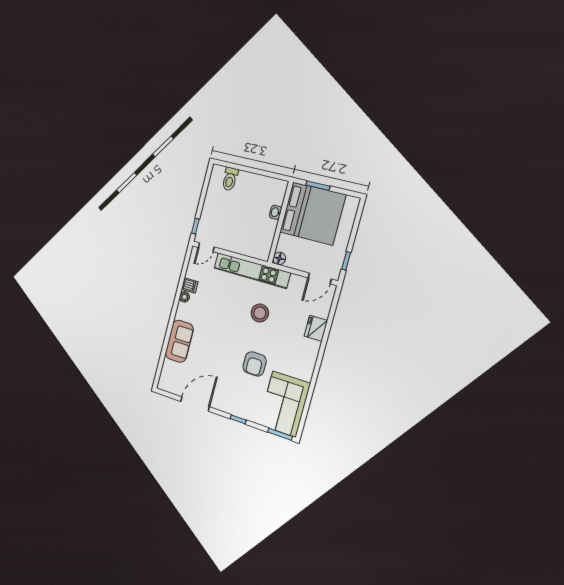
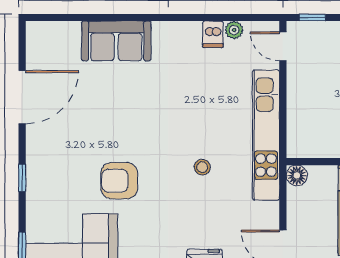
plant: (184, 297) -> (234, 30), moved
stool: (260, 313) -> (202, 167), width x0.53, depth x0.53
door: (195, 404) -> (22, 97), hinge flipped

